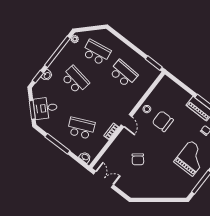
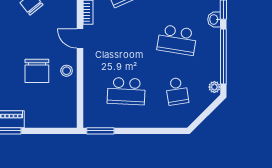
school desk: (96, 52) -> (177, 91), width x0.54
chair: (163, 121) -> (37, 71), turned 90

